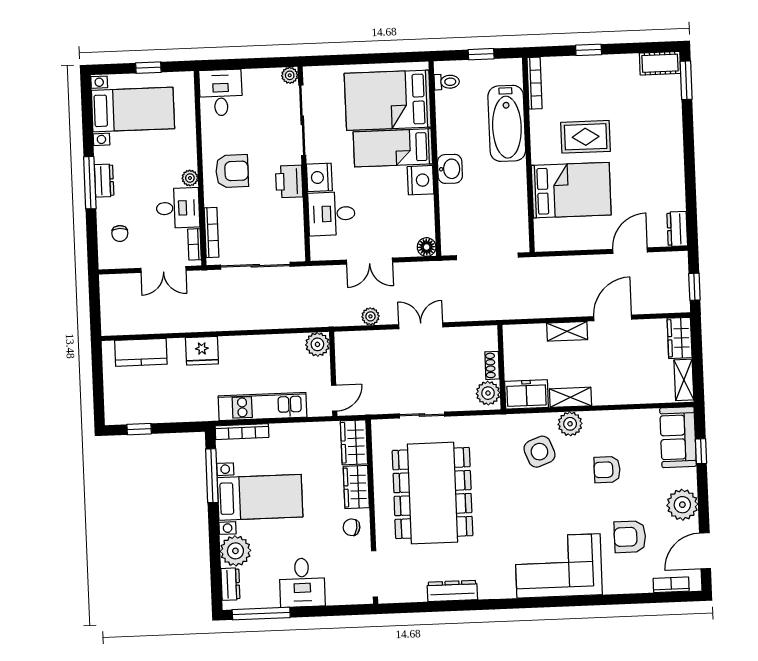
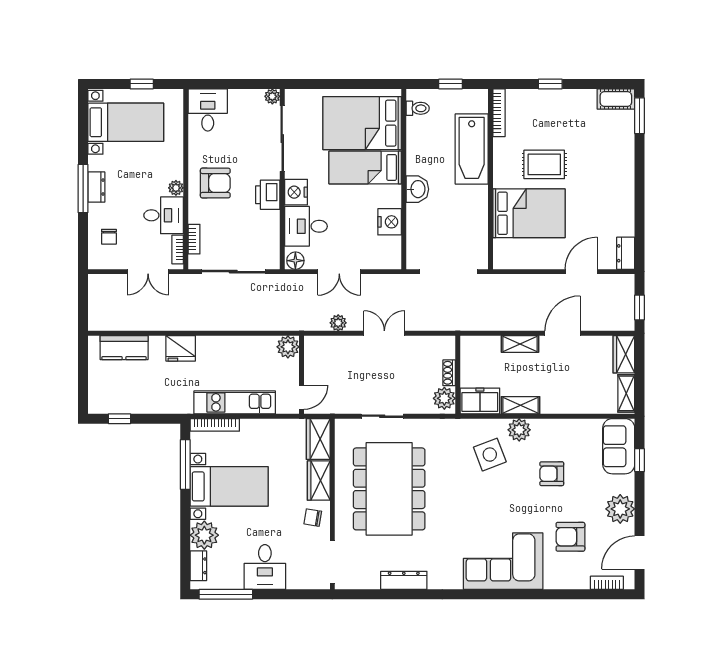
nightstand: (420, 180) -> (390, 222), moved
bookcase: (212, 232) -> (194, 239), width x0.64
floor lamp: (427, 247) -> (295, 261), moved

